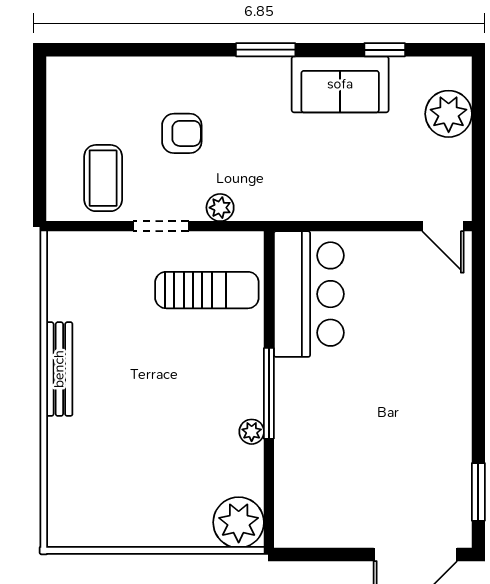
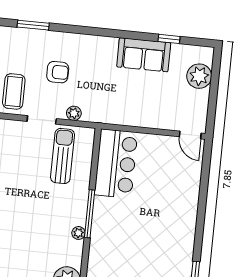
window: (266, 50) -> (33, 25), moved
sun lounger: (207, 290) -> (63, 156), turned -90

